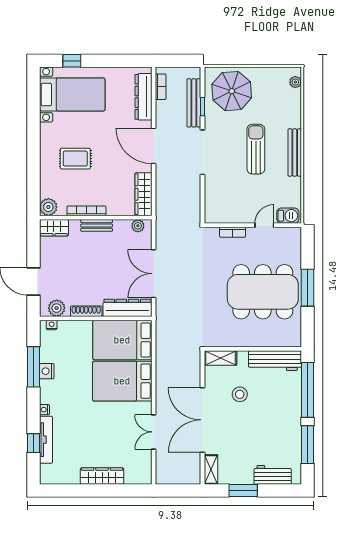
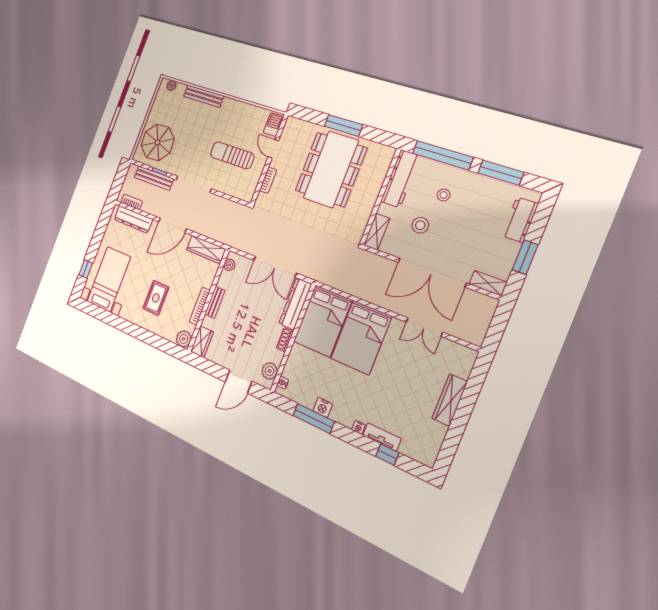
sun lounger: (256, 149) -> (232, 155), moved
bench: (295, 152) -> (204, 96), moved
shoe rack: (86, 311) -> (285, 340), width x0.70
stool: (273, 404) -> (444, 195), added
tv unit: (46, 440) -> (382, 437), width x0.71

